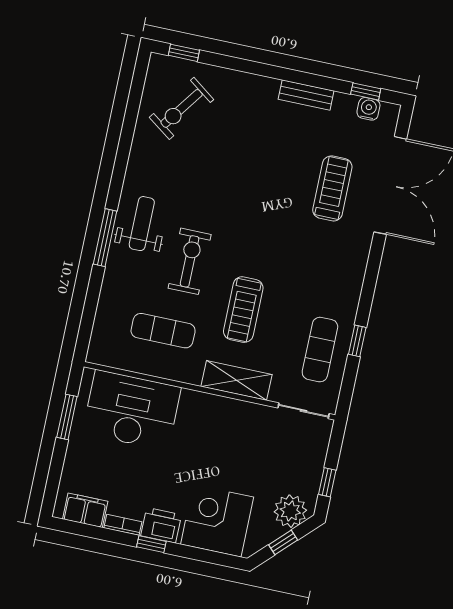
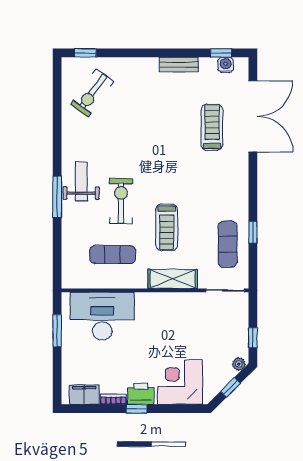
plant: (290, 511) -> (239, 364), width x0.53, depth x0.53

